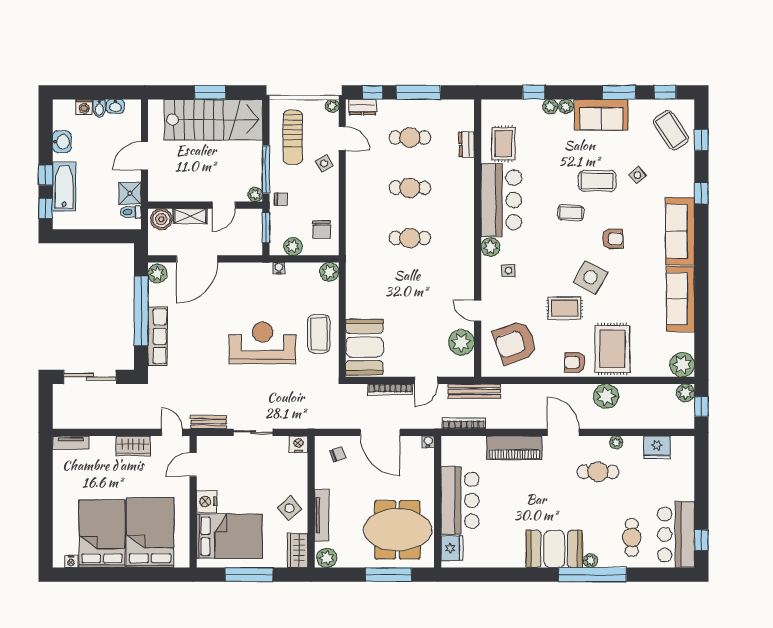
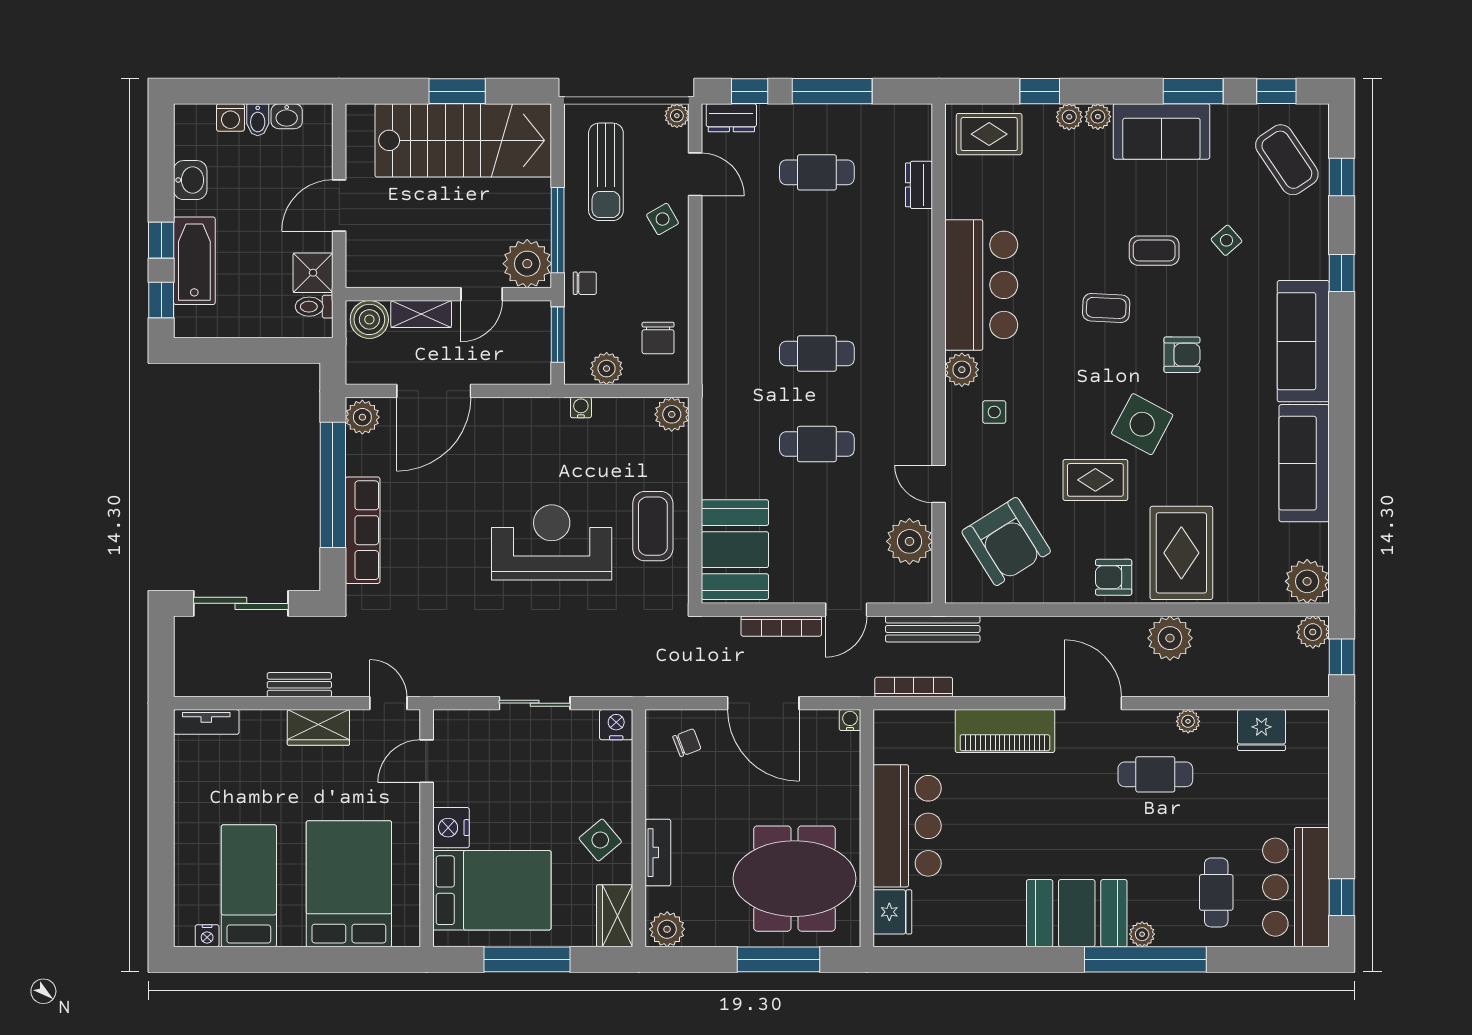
rug: (504, 144) -> (989, 134), moved, turned 90
coffee table: (597, 181) -> (1154, 251), width x0.73, depth x0.77
cafe table: (410, 188) -> (817, 444), moved
plant: (255, 194) -> (527, 264), width x1.87, depth x1.87
armchair: (515, 342) -> (1006, 541), turned -102
bench: (209, 422) -> (299, 685), moved
tv unit: (322, 515) -> (658, 853), width x0.71
bed: (102, 534) -> (249, 886), width x0.67

